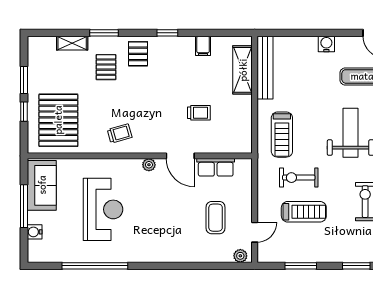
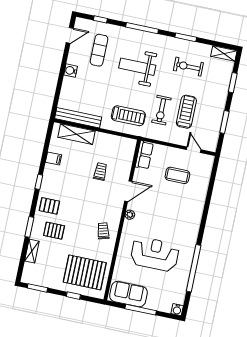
window: (24, 80) -> (37, 288), moved
row of seats: (216, 167) -> (144, 155), moved
water cooler: (35, 232) -> (177, 310), moved
plant: (240, 256) -> (208, 163), removed

